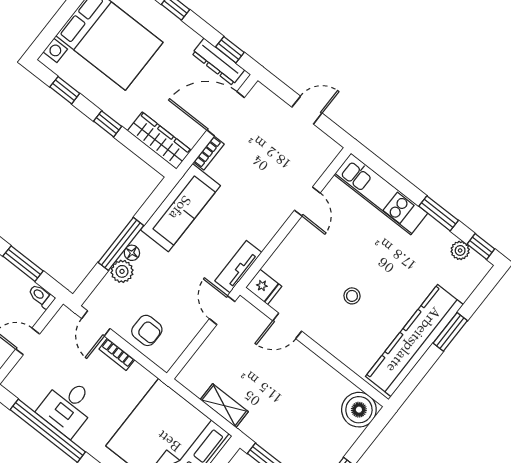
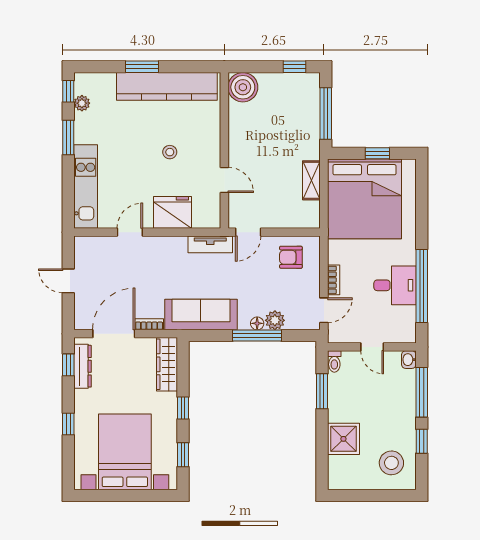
door: (226, 114) -> (114, 334), swing flipped
fridge: (264, 287) -> (172, 212), moved, width x1.88, depth x1.34
armchair: (147, 330) -> (291, 257), moved, turned -90

